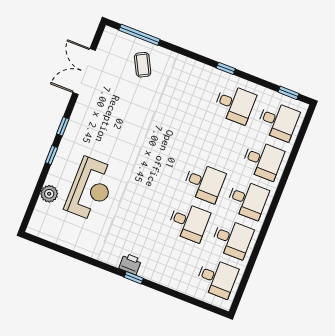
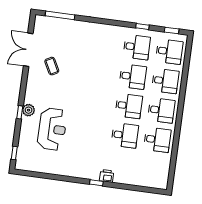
coffee table: (143, 65) -> (52, 66), moved
window: (226, 68) -> (142, 27), moved
window: (63, 126) -> (14, 153), moved
plant: (49, 194) -> (29, 110), moved
printer: (130, 264) -> (107, 176), moved
desk: (217, 278) -> (133, 76), moved

